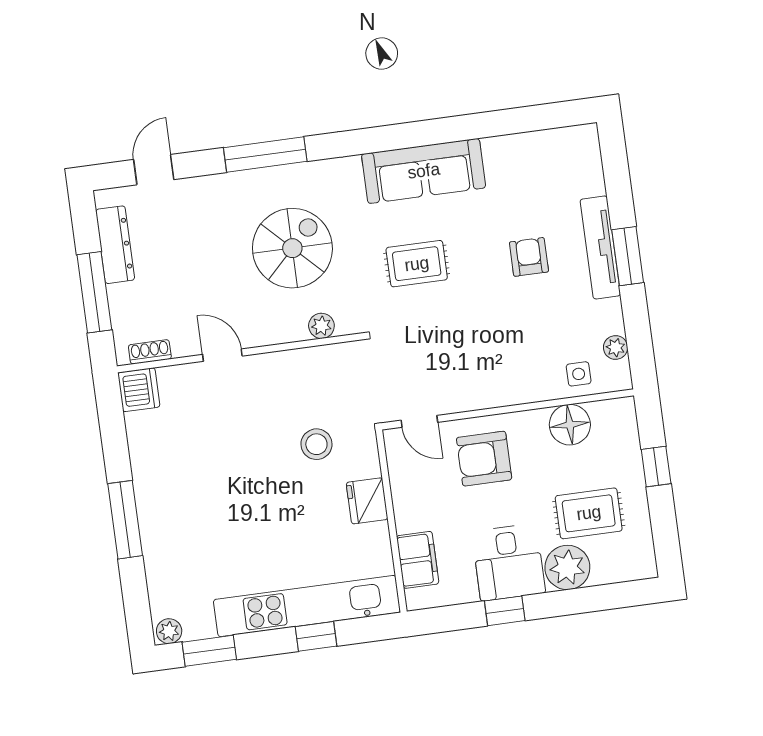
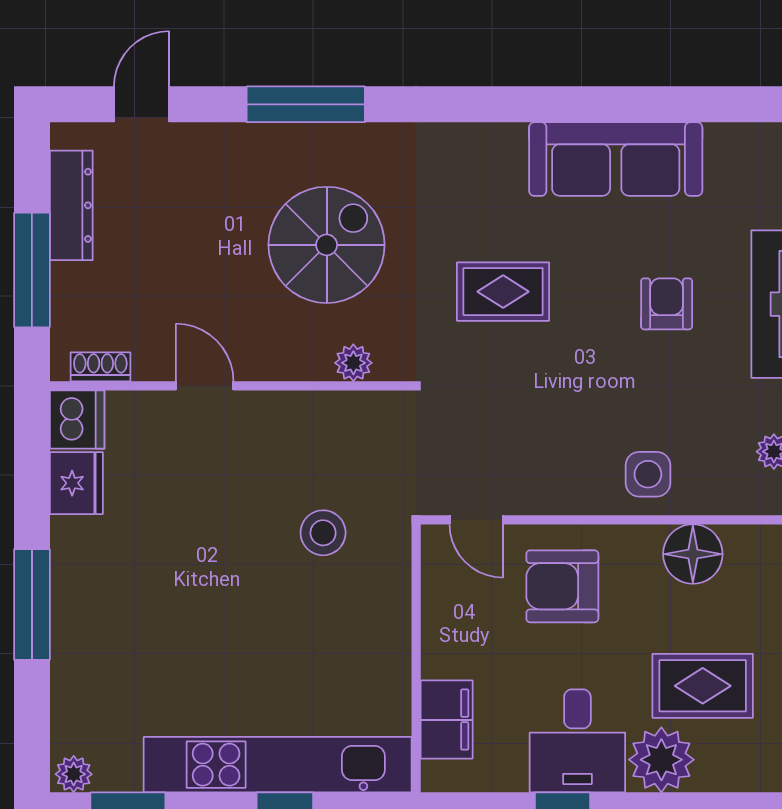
sofa: (424, 171) -> (616, 159), moved
side table: (579, 374) -> (648, 474), moved, width x1.37, depth x1.37
fridge: (367, 501) -> (76, 483), moved, turned 180

